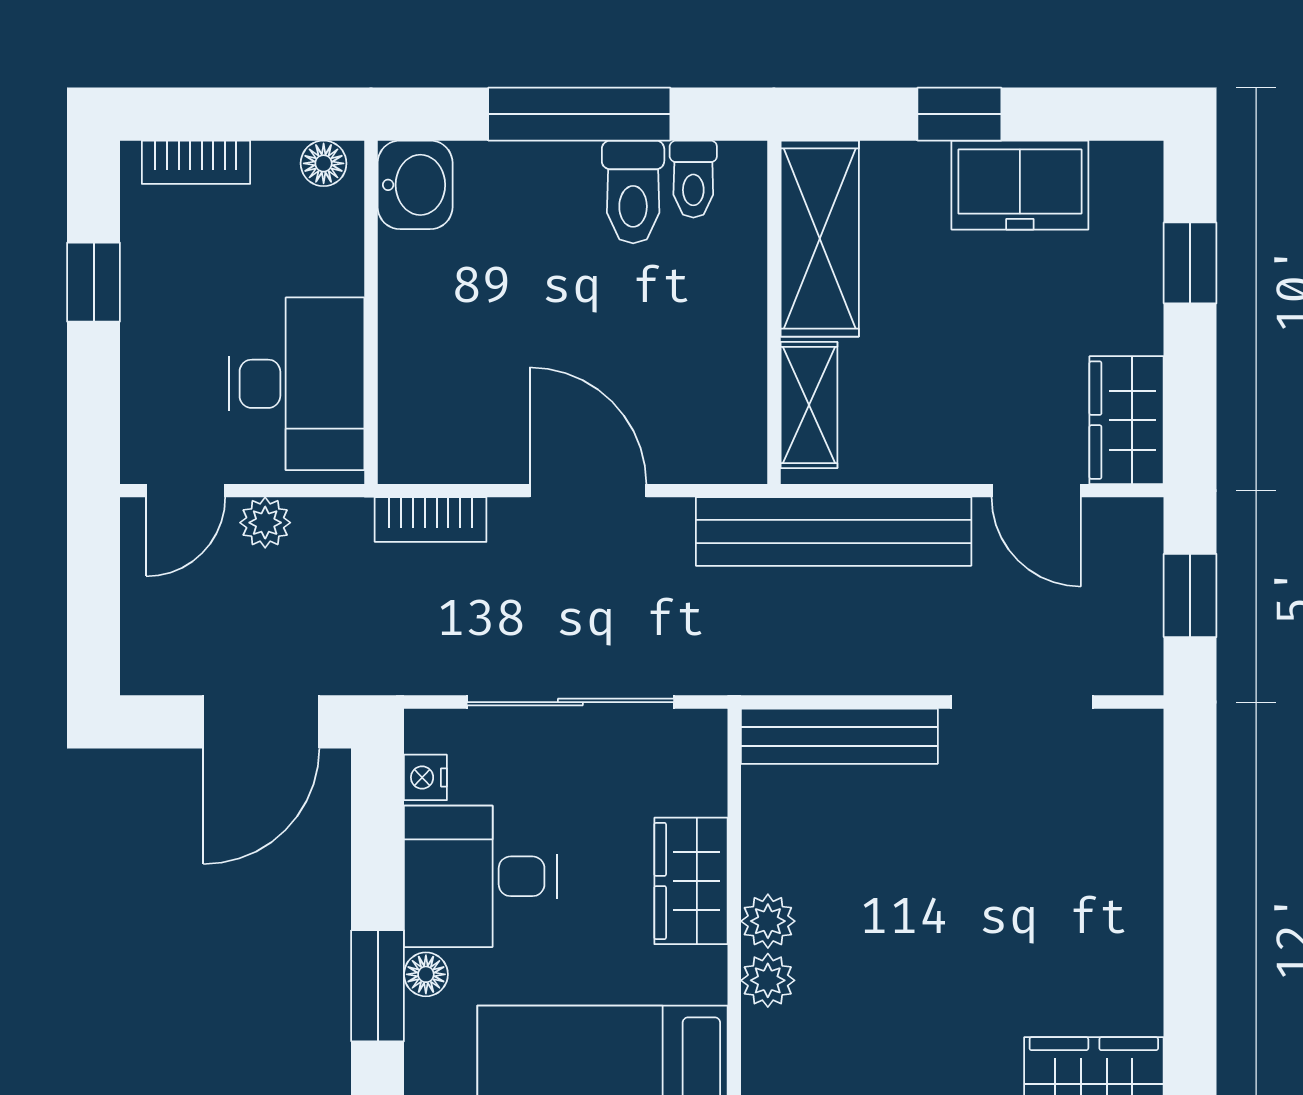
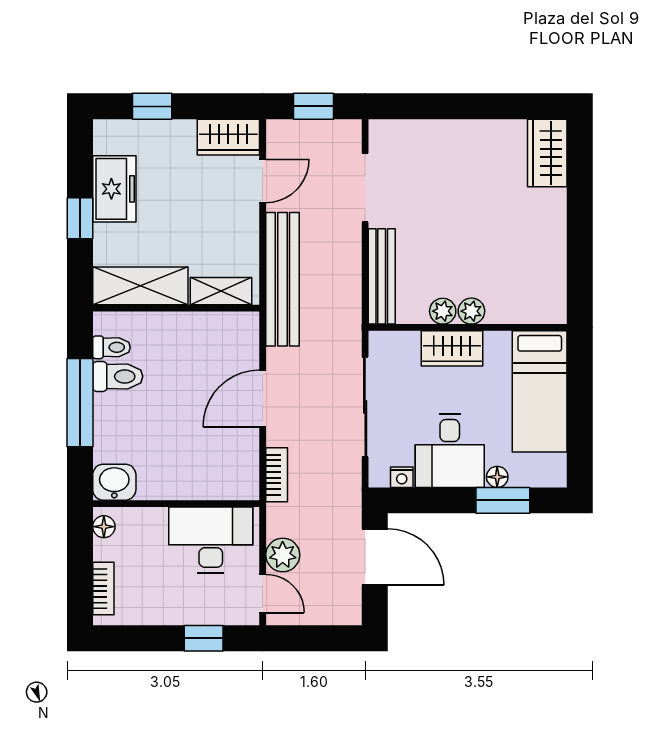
window: (94, 282) -> (204, 638), moved
plant: (265, 523) -> (283, 555), width x1.38, depth x1.38
plant: (768, 980) -> (443, 311), moved

